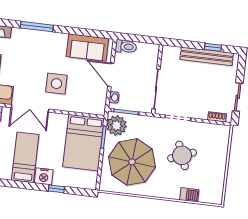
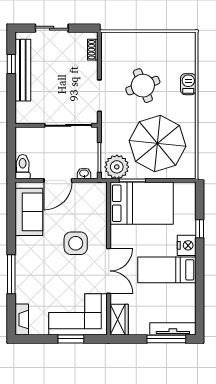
sliding door: (238, 97) -> (52, 28), moved
barbecue: (189, 195) -> (188, 84), moved

